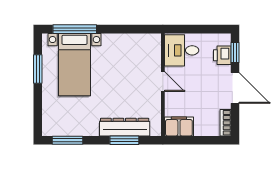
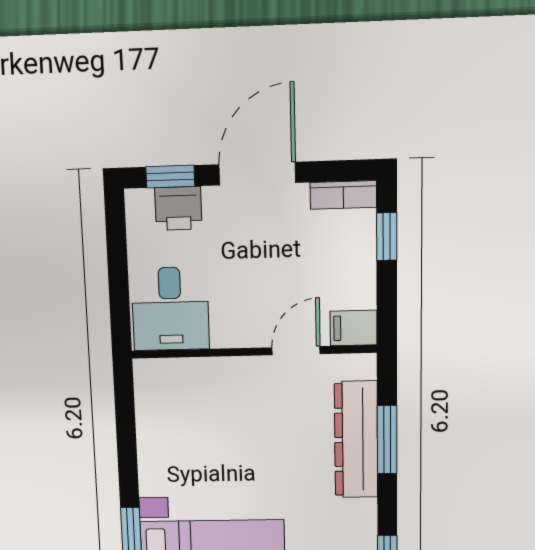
door: (163, 82) -> (296, 351), moved
filing cabinet: (179, 126) -> (354, 328), width x0.50
window: (208, 140) -> (387, 237), added

